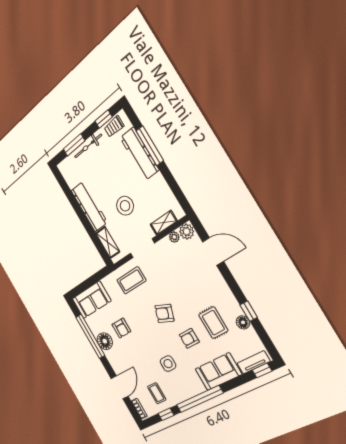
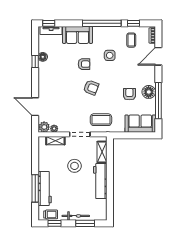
rug: (213, 323) -> (62, 66), removed

